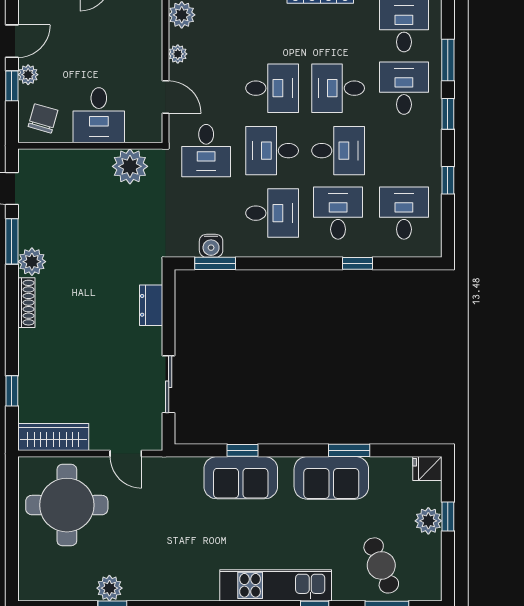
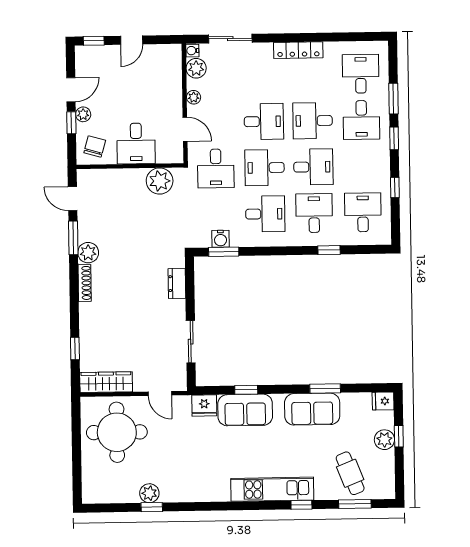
desk: (404, 88) -> (361, 120), turned 180
fridge: (185, 471) -> (204, 405), added

